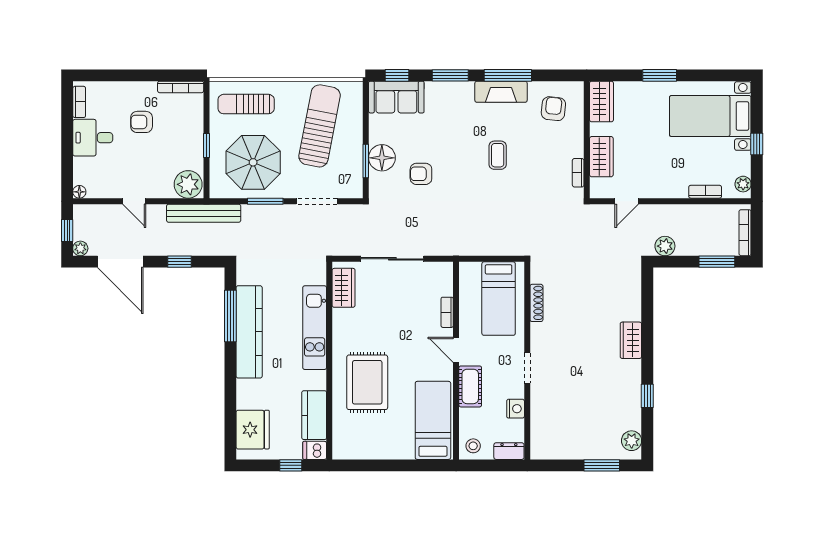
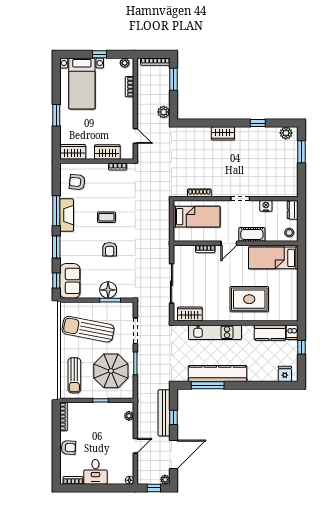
armchair: (142, 122) -> (68, 448), moved, turned -87
armchair: (421, 174) -> (110, 249), moved
plant: (188, 184) -> (129, 416), width x0.53, depth x0.53
bench: (204, 213) -> (164, 413), moved
fridge: (253, 430) -> (285, 374), width x0.53, depth x0.75

